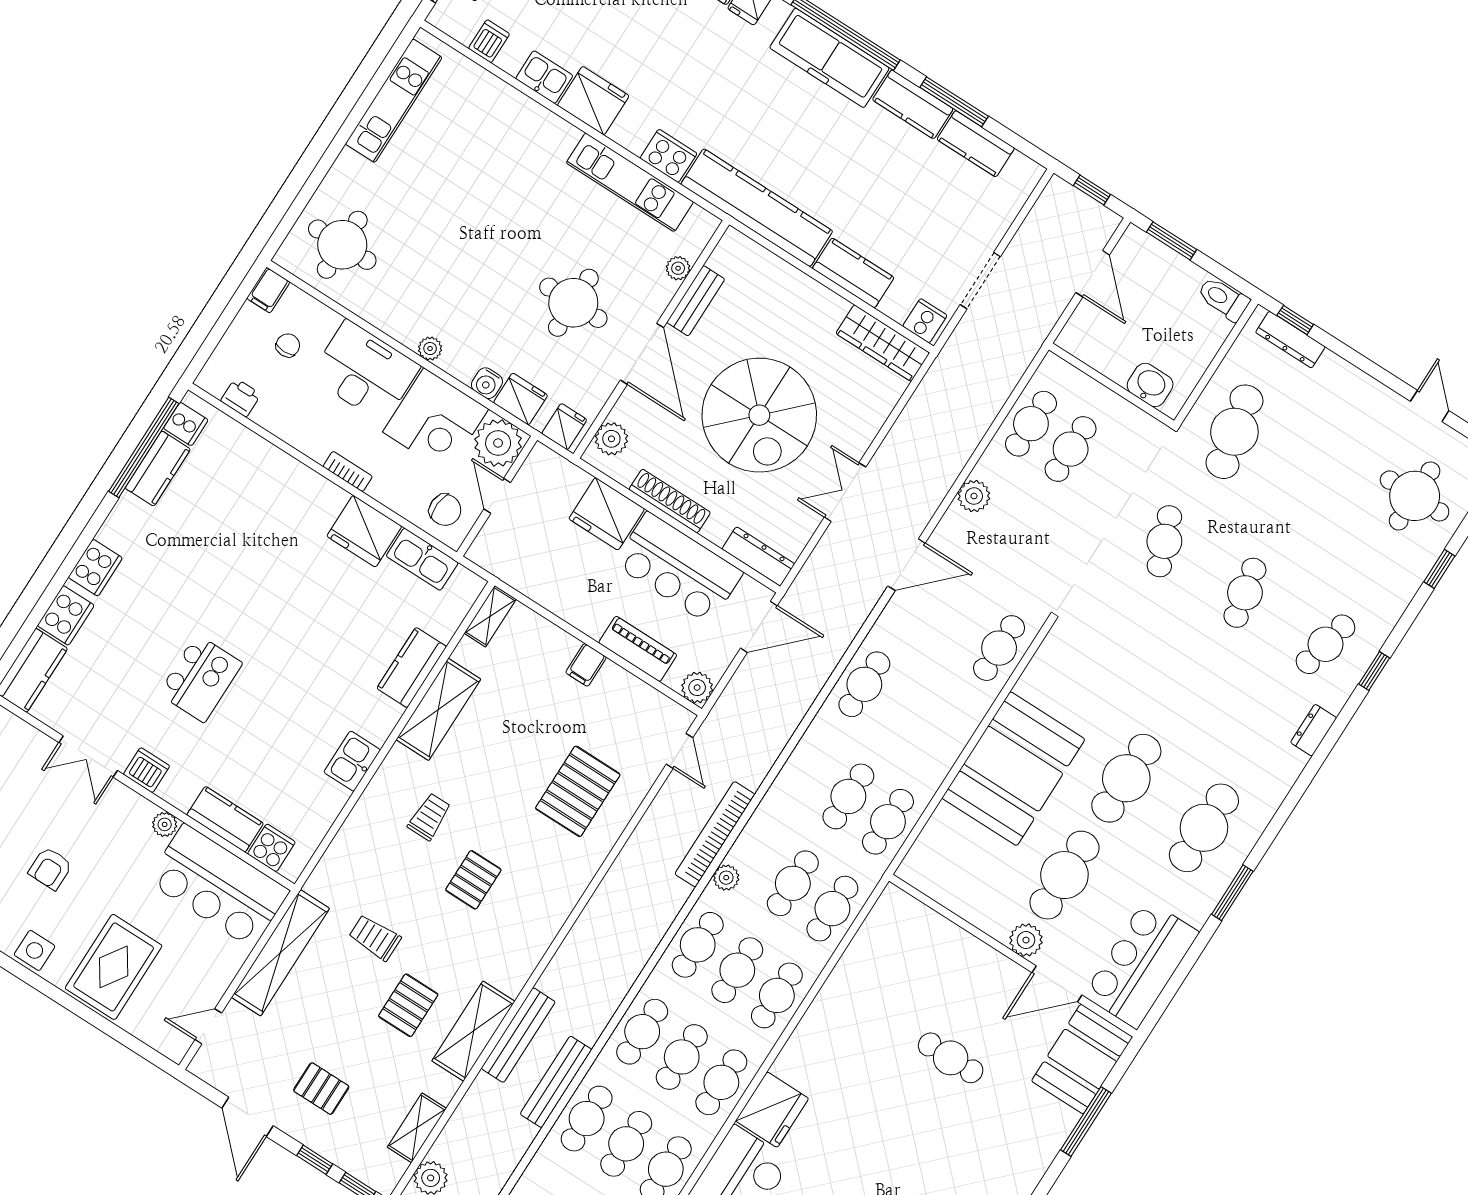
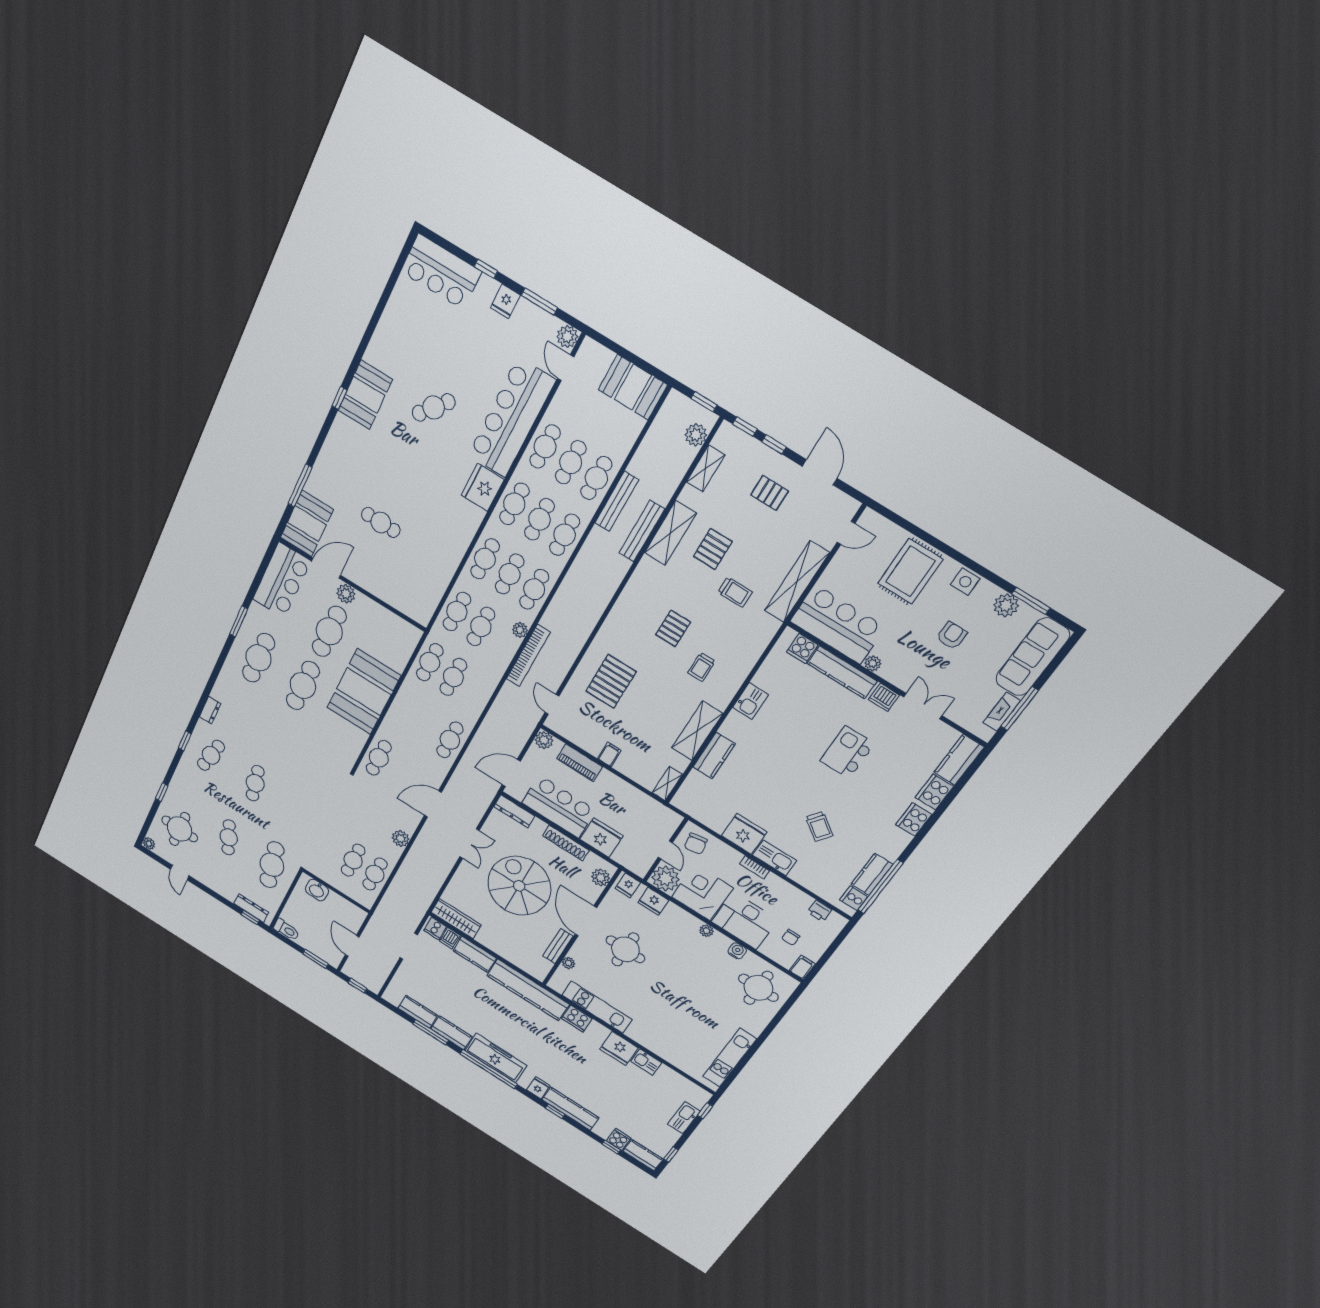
dishwasher: (489, 41) -> (450, 938), moved
water cooler: (487, 383) -> (737, 951), moved
chair: (445, 510) -> (696, 844), turned -104
cafe table: (1164, 541) -> (229, 837), moved
trolley: (243, 549) -> (819, 826), added
kitchen sink: (422, 559) -> (775, 858), moved
kitchen counter: (225, 819) -> (842, 672), width x1.50

